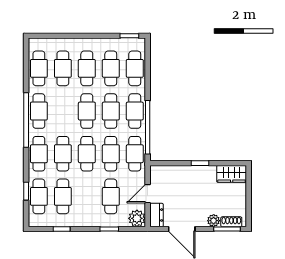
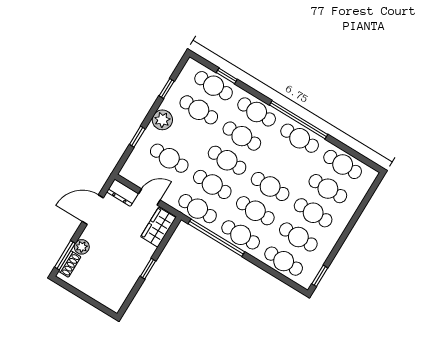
wardrobe: (232, 174) -> (158, 227), moved
door: (148, 194) -> (149, 197), hinge flipped
plant: (137, 218) -> (162, 120), moved

